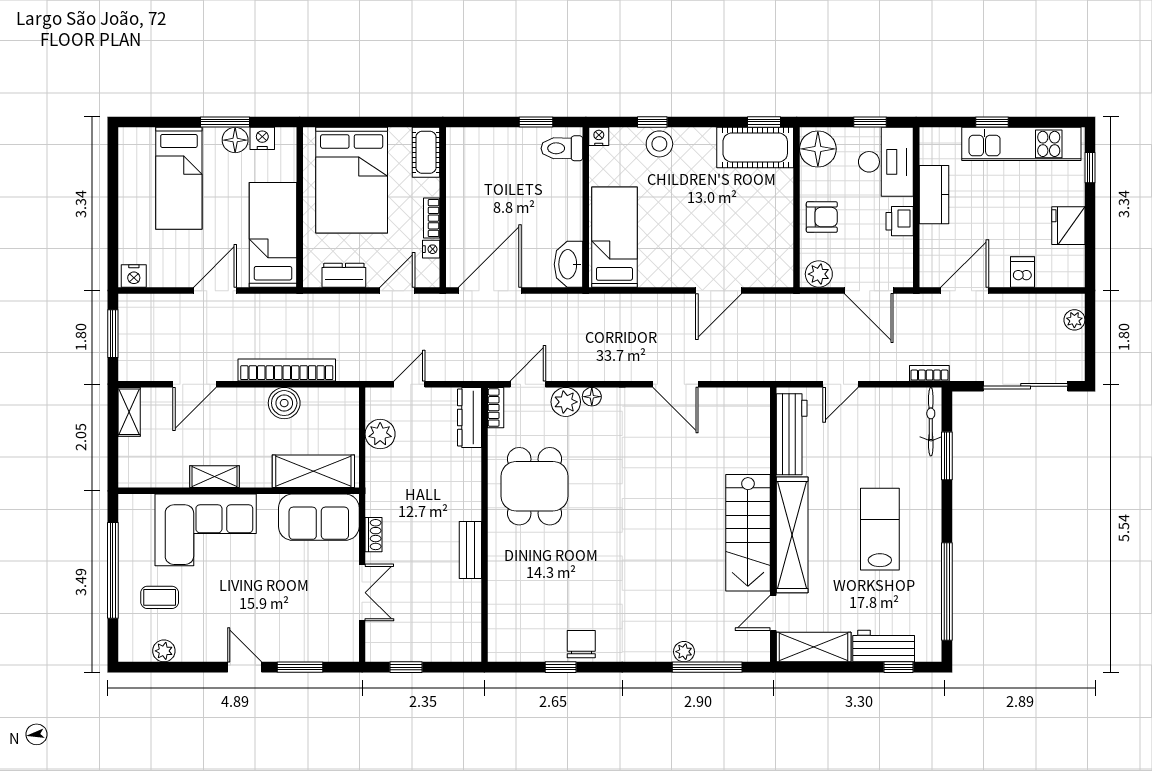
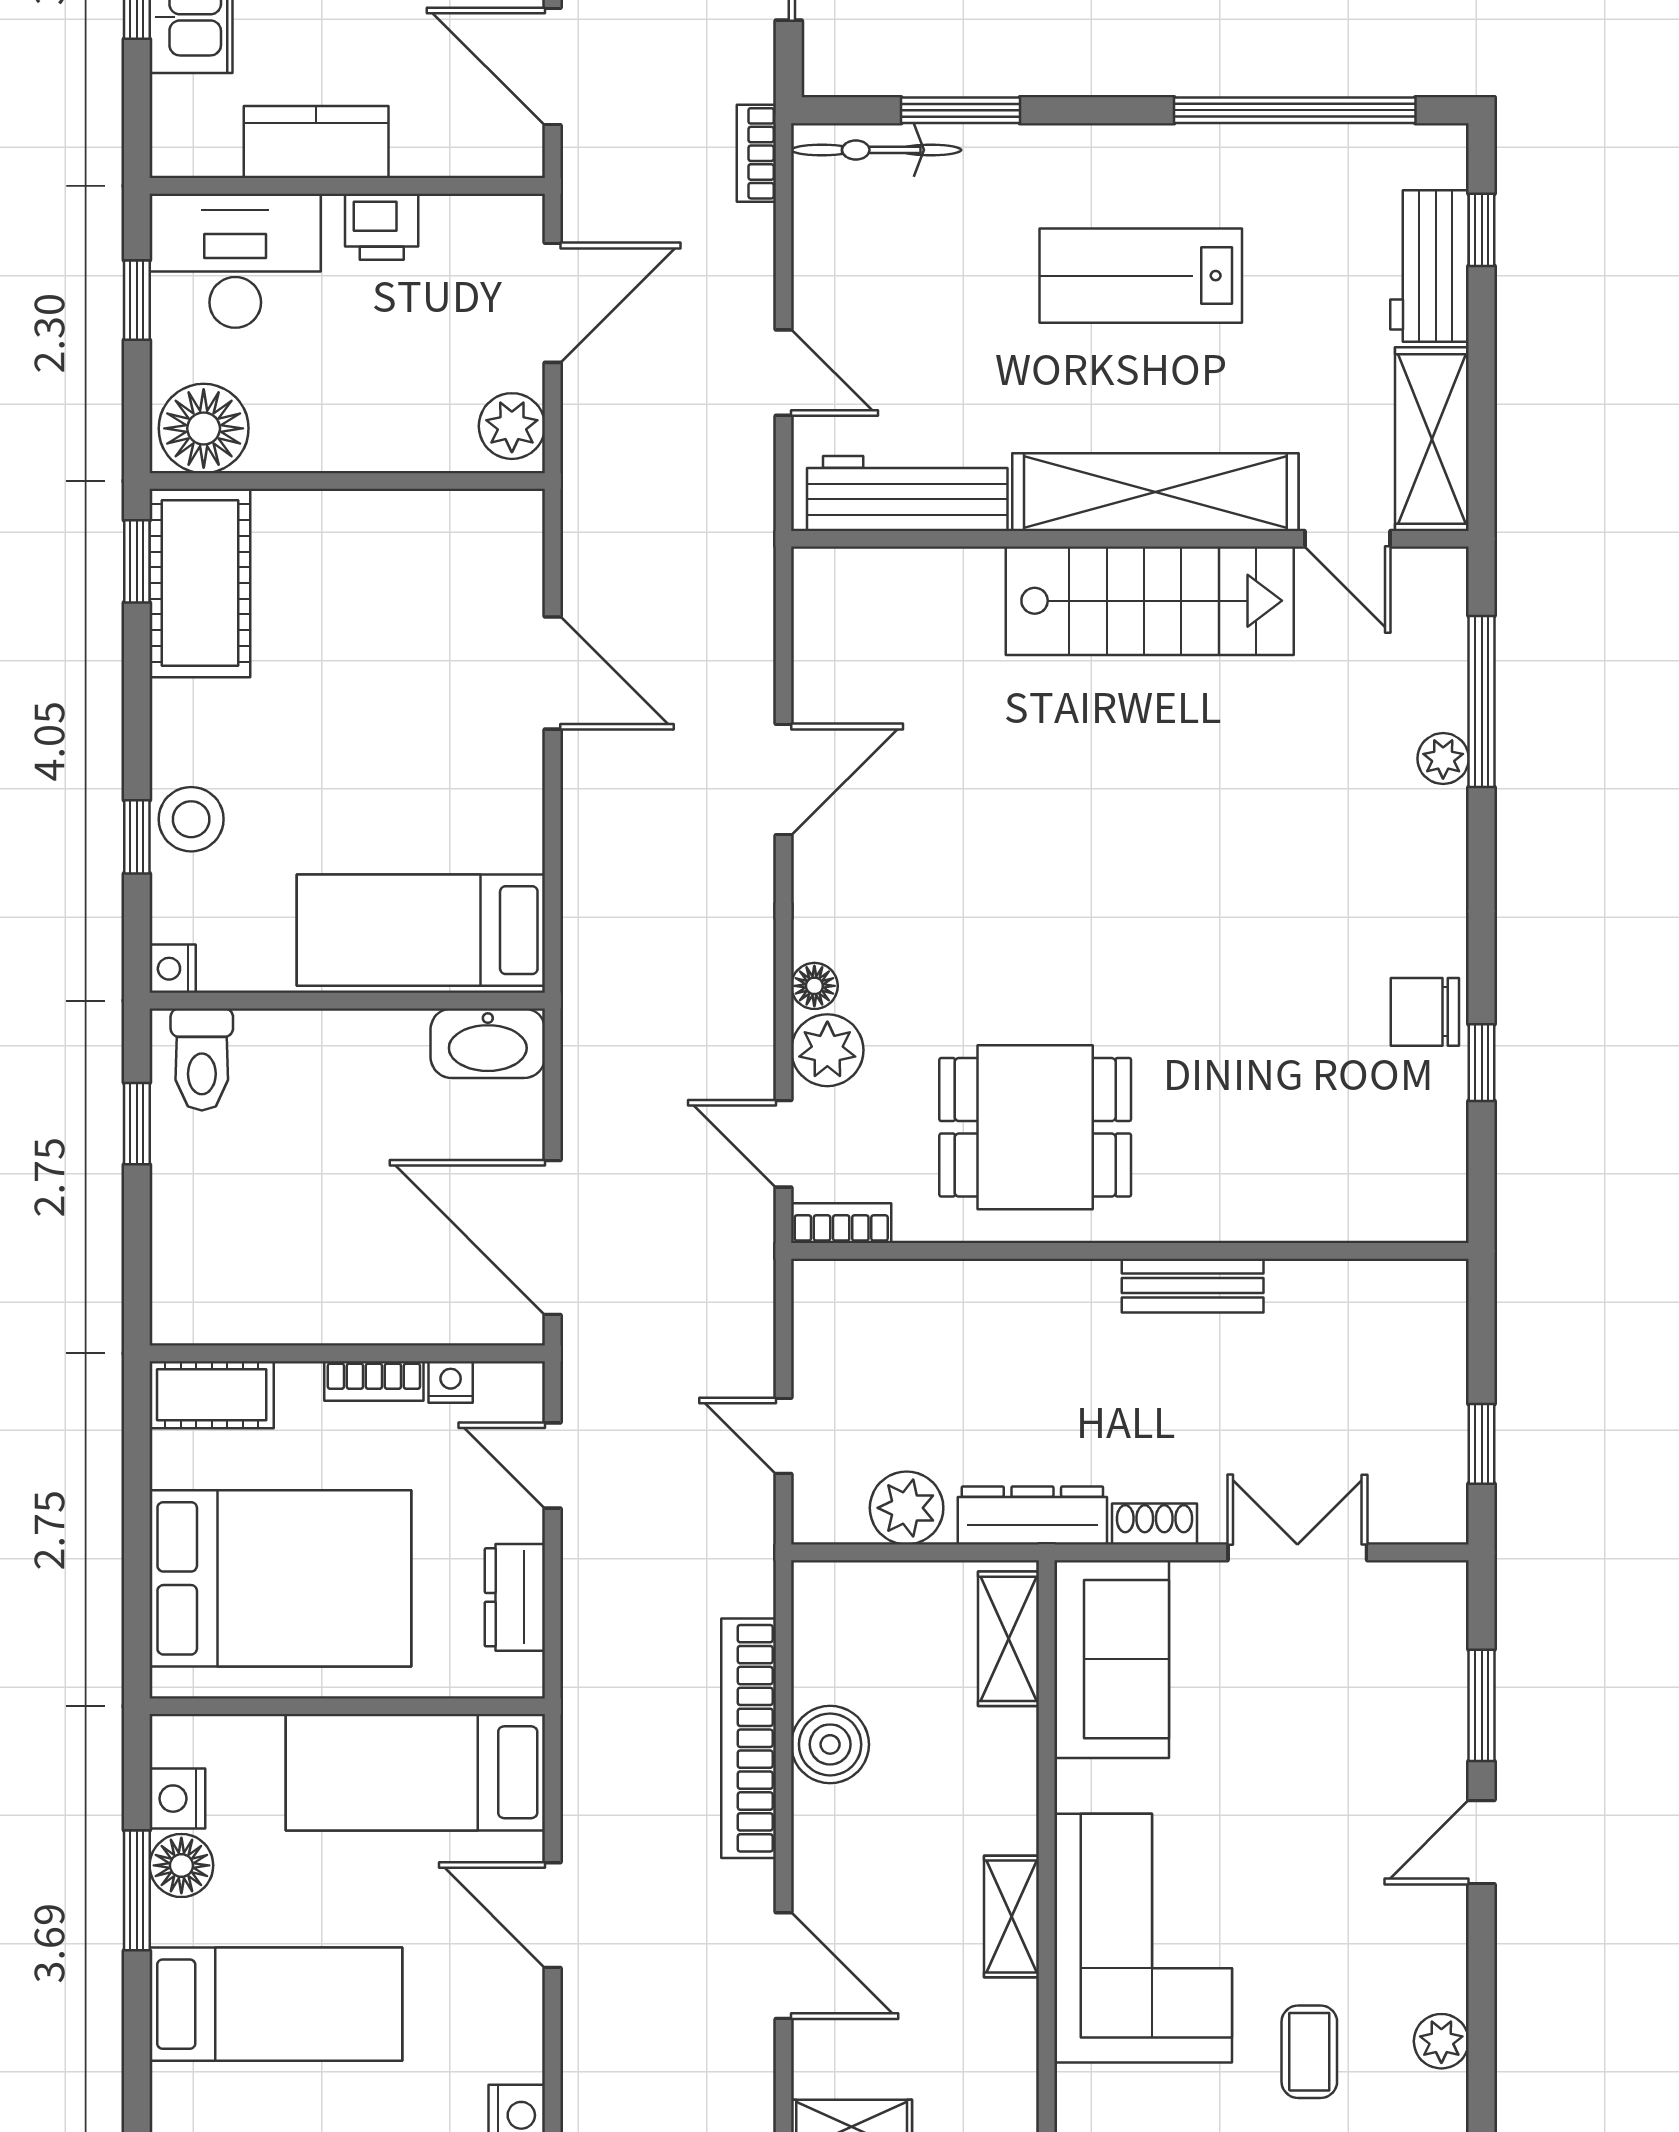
armchair: (822, 217) -> (371, 419), removed
dresser: (469, 418) -> (1032, 1515), moved, turned 180
shelving: (313, 471) -> (1009, 1639), width x0.67, depth x0.75

